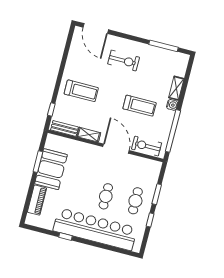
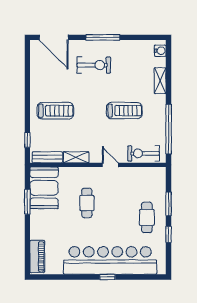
window: (163, 46) -> (103, 37), moved
water cooler: (172, 105) -> (160, 51), moved
door: (116, 149) -> (110, 165), width x0.53
booth: (51, 169) -> (44, 188), moved
cafe table: (106, 196) -> (87, 203), moved
piano: (37, 200) -> (37, 257), moved
window: (65, 236) -> (108, 277), moved

